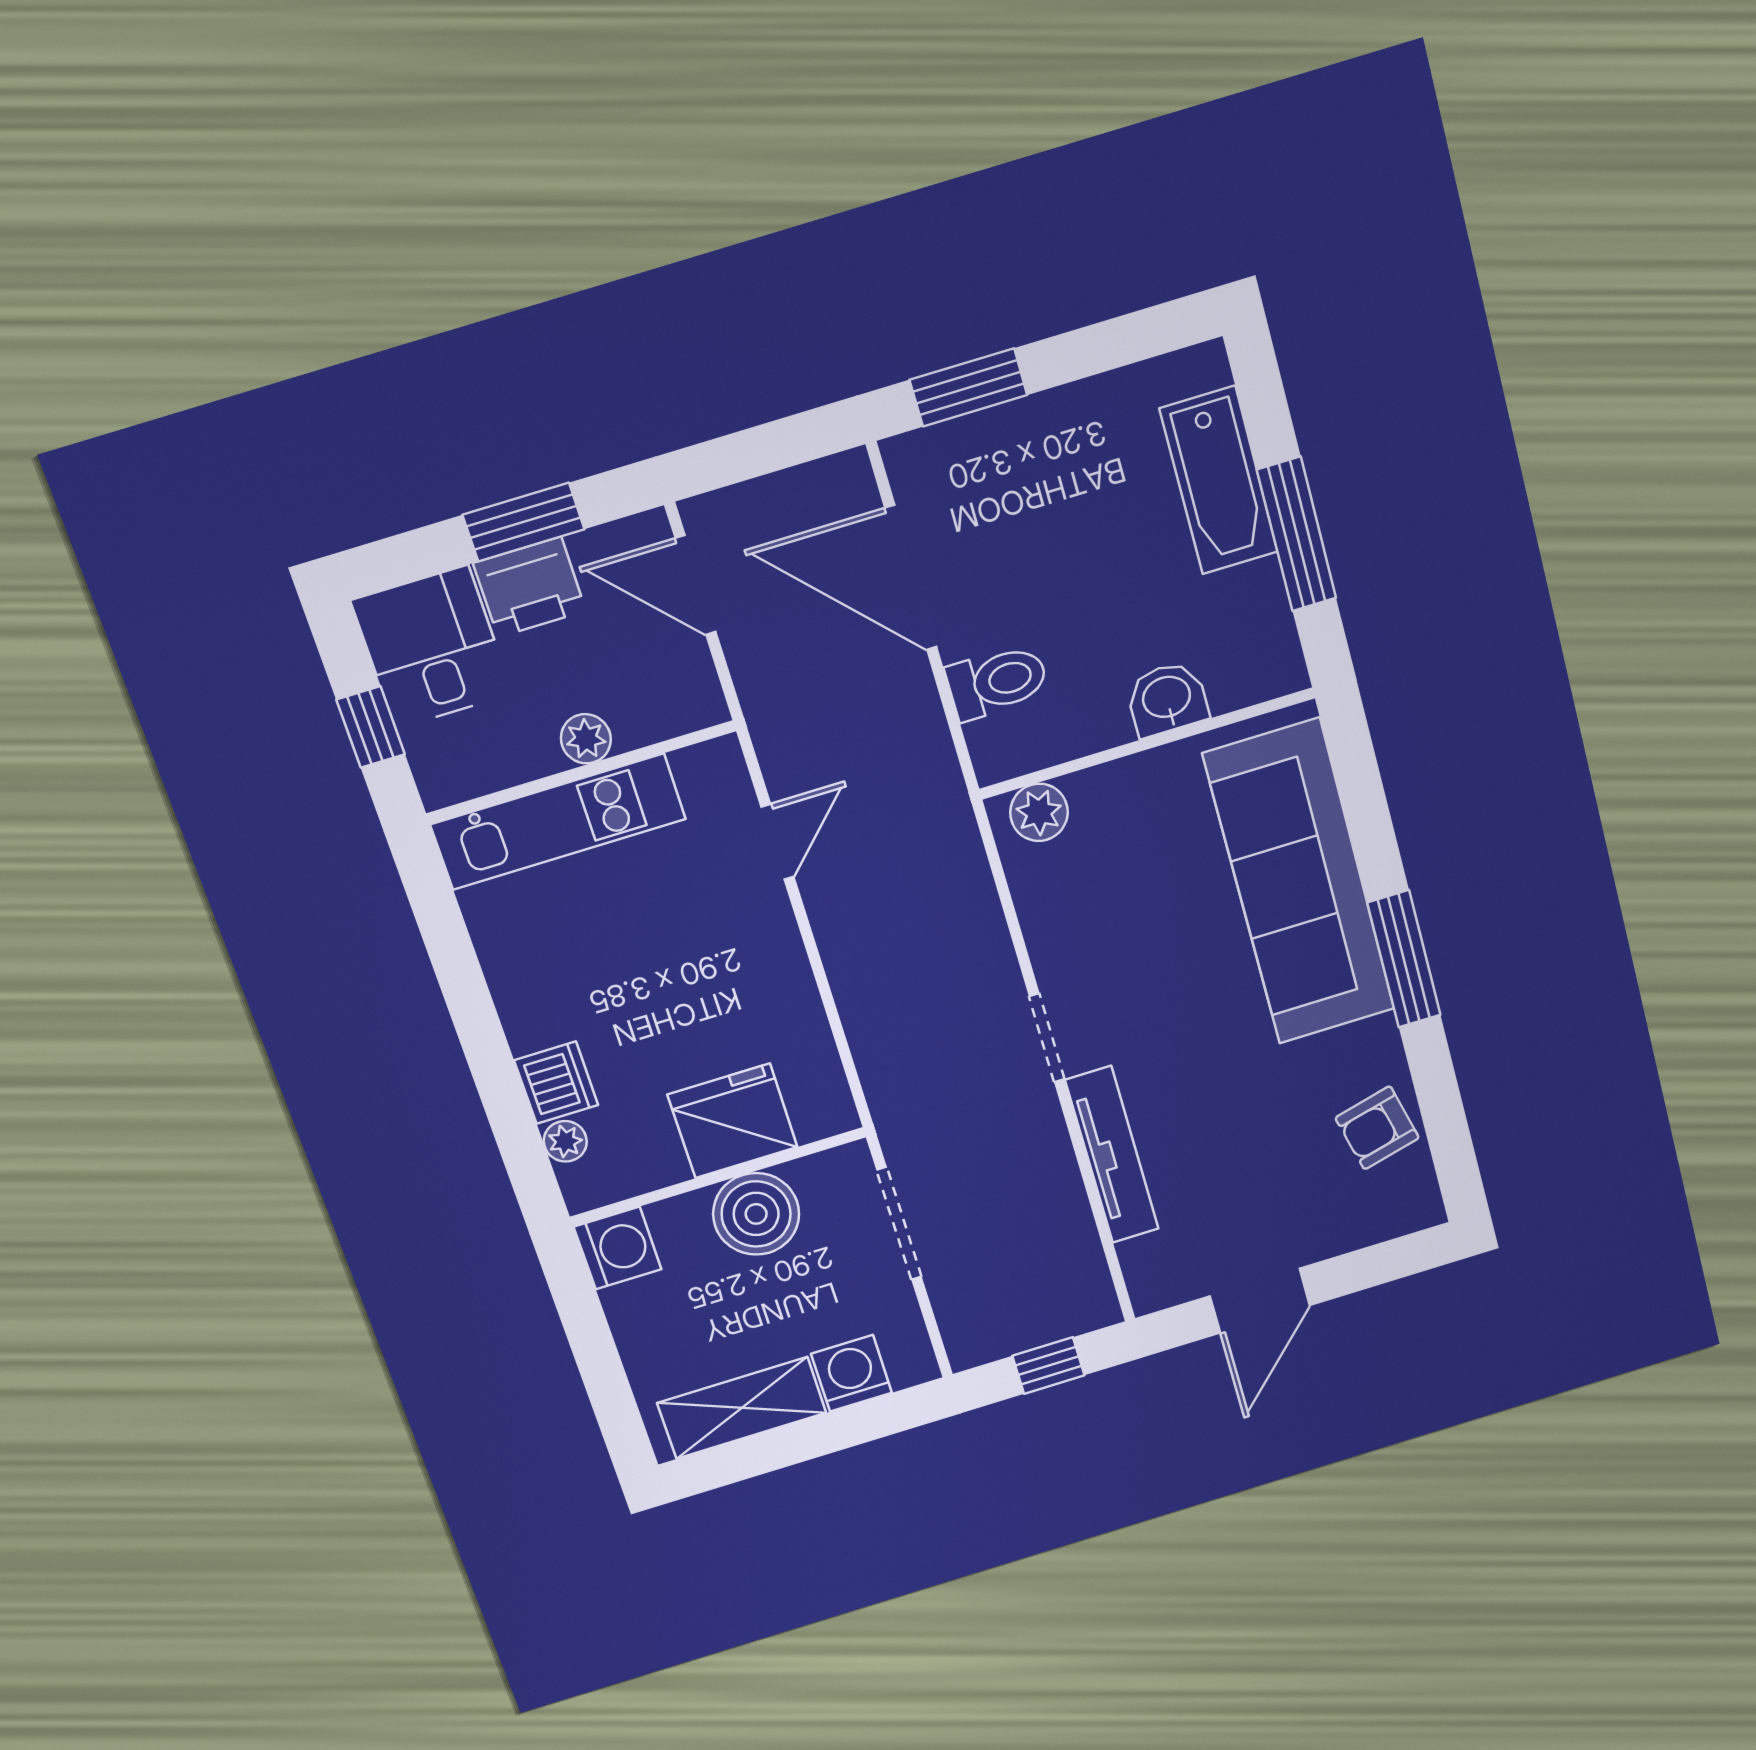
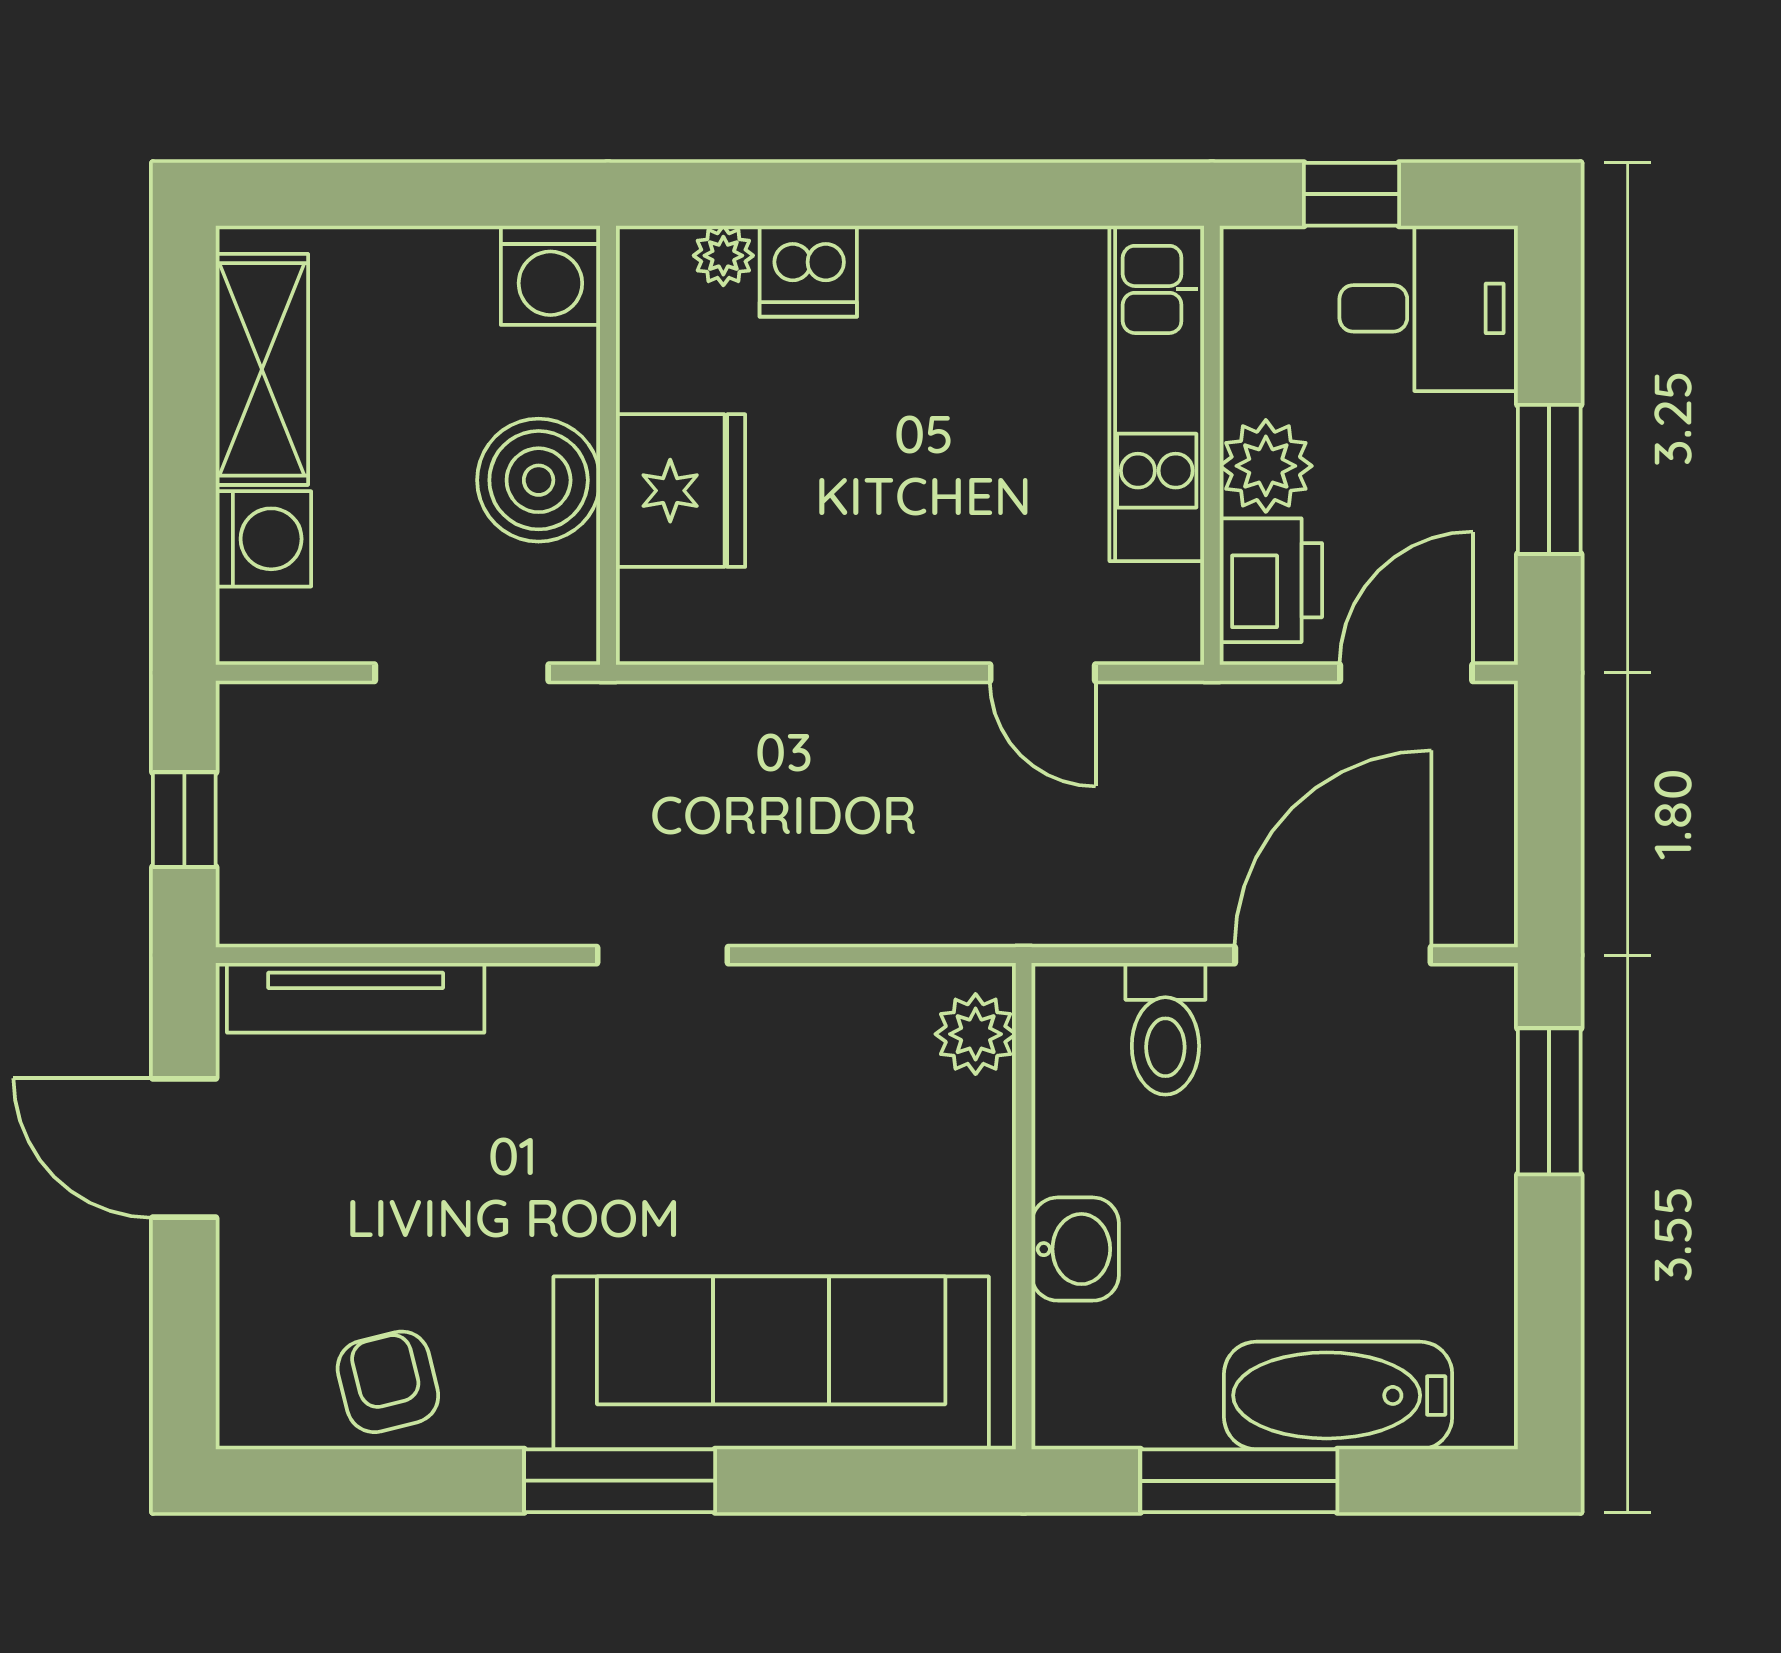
printer: (530, 587) -> (1271, 580), moved, turned 180
plant: (586, 739) -> (1266, 466), width x1.38, depth x1.38
tv unit: (1112, 1155) -> (356, 998), moved

